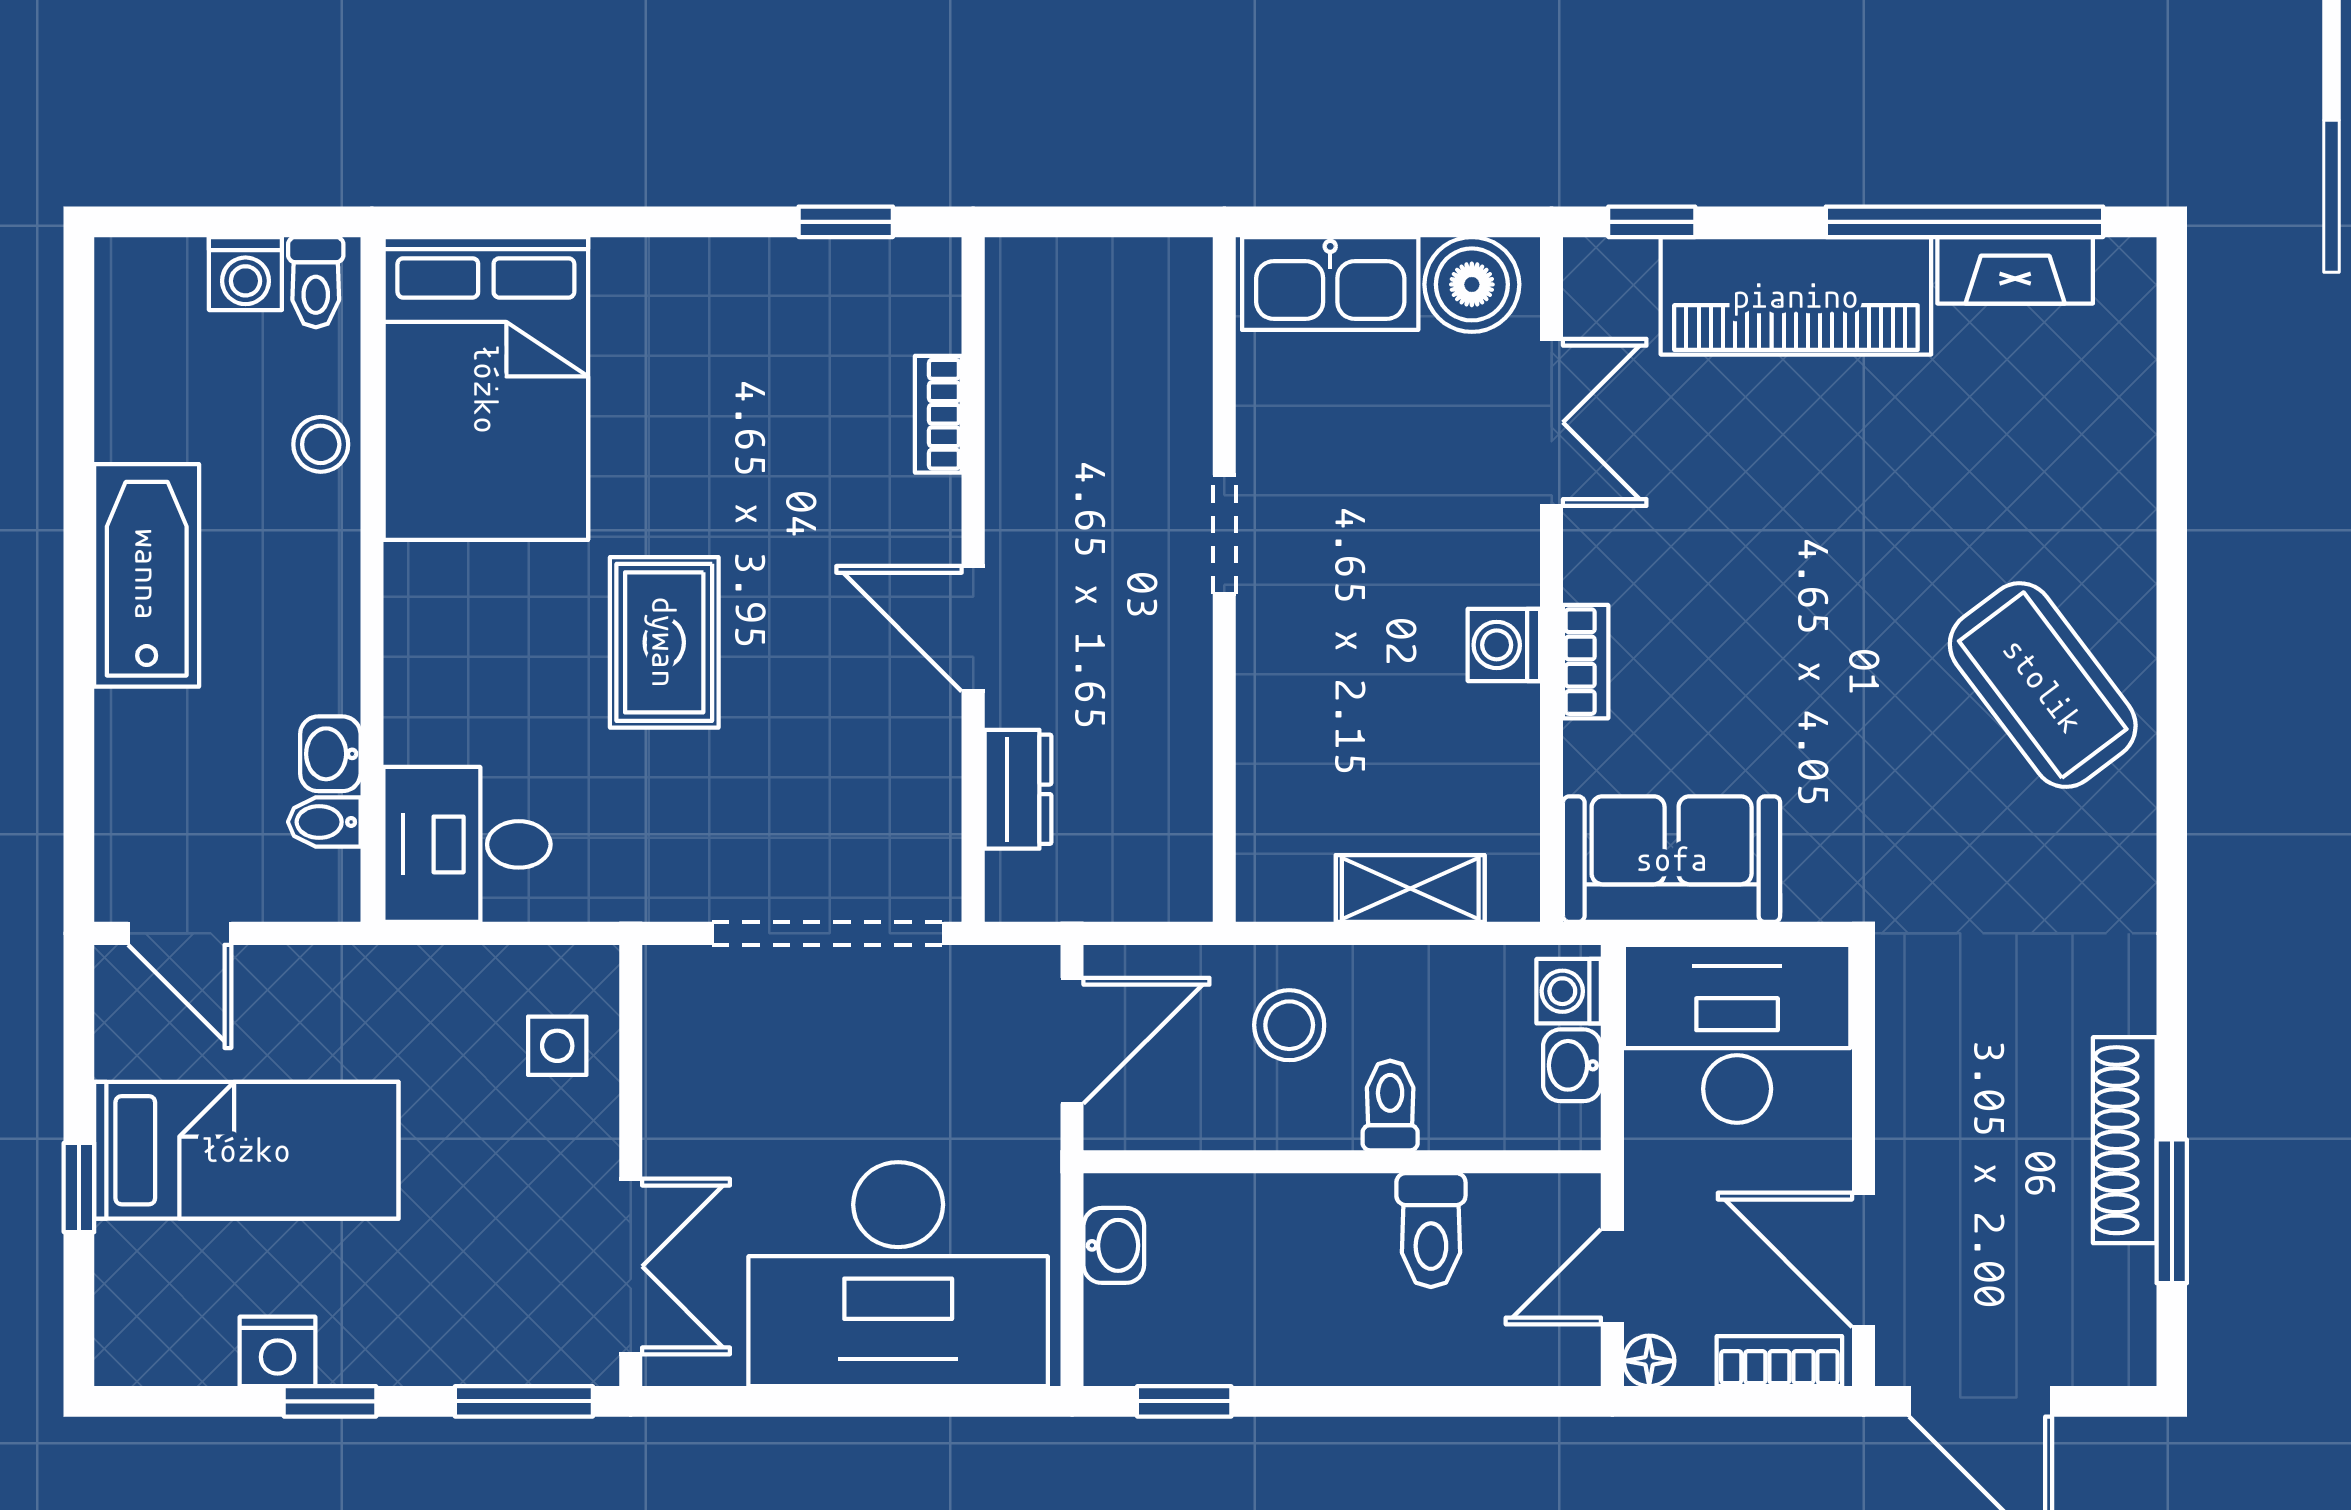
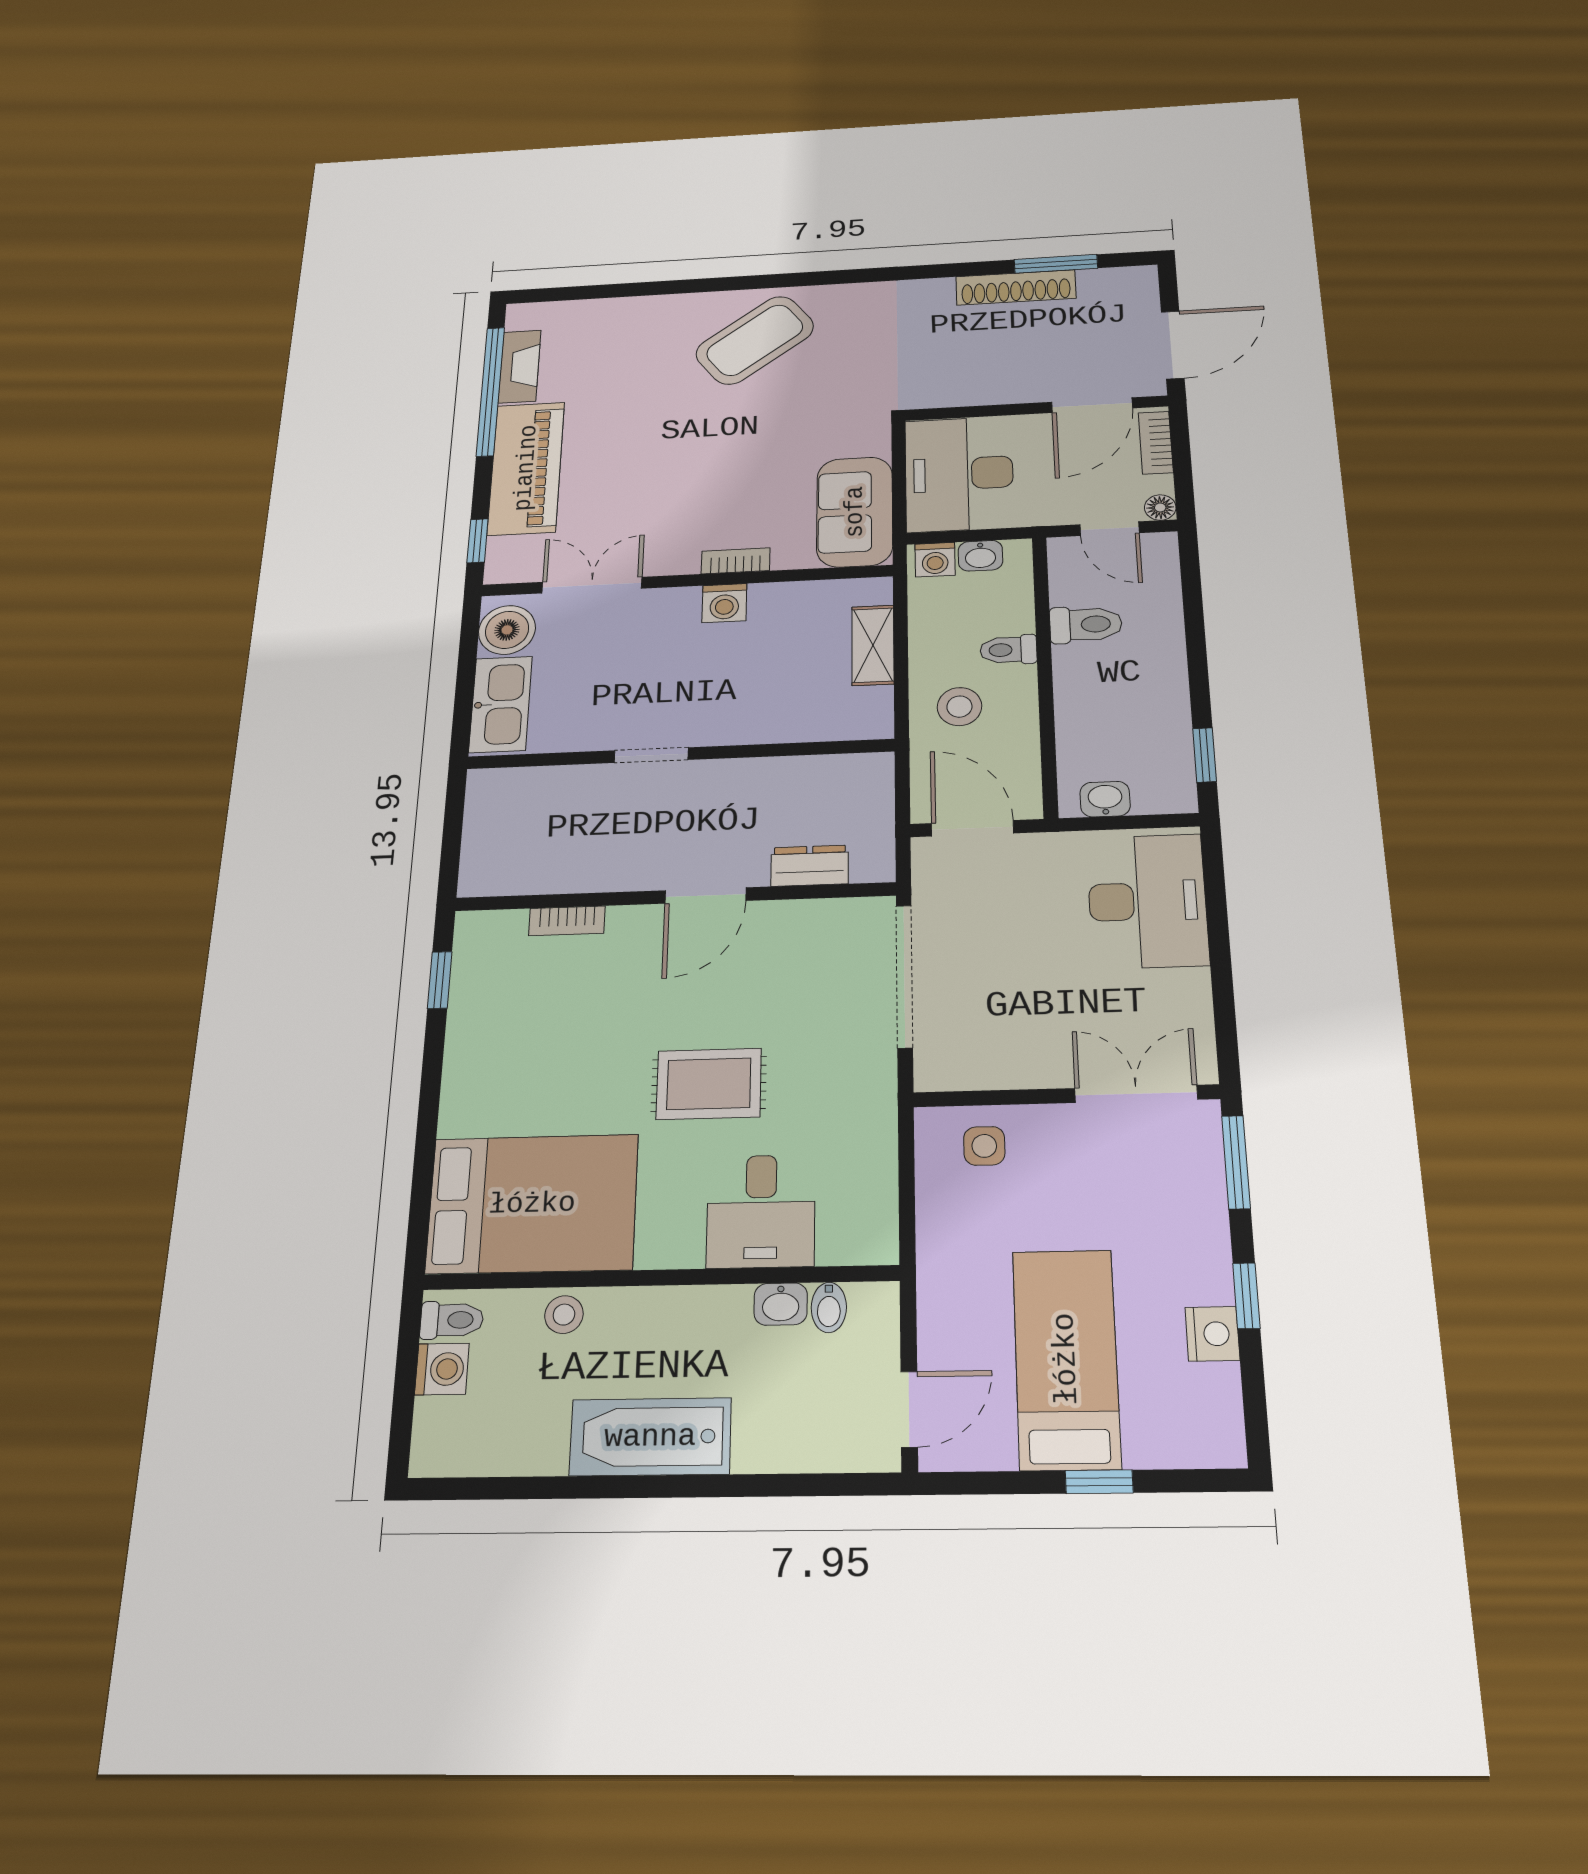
desk: (467, 844) -> (761, 1211), moved
desk: (898, 1274) -> (1147, 901), width x0.73, depth x0.77

